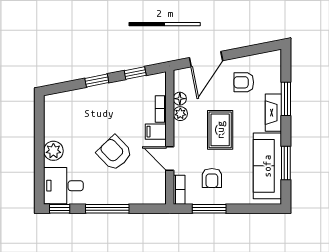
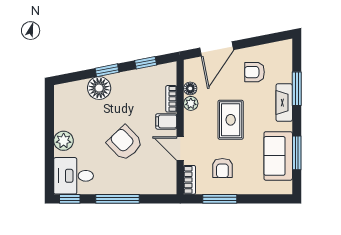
floor lamp: (89, 98) -> (99, 88), added
sofa: (267, 166) -> (278, 156), width x0.73

